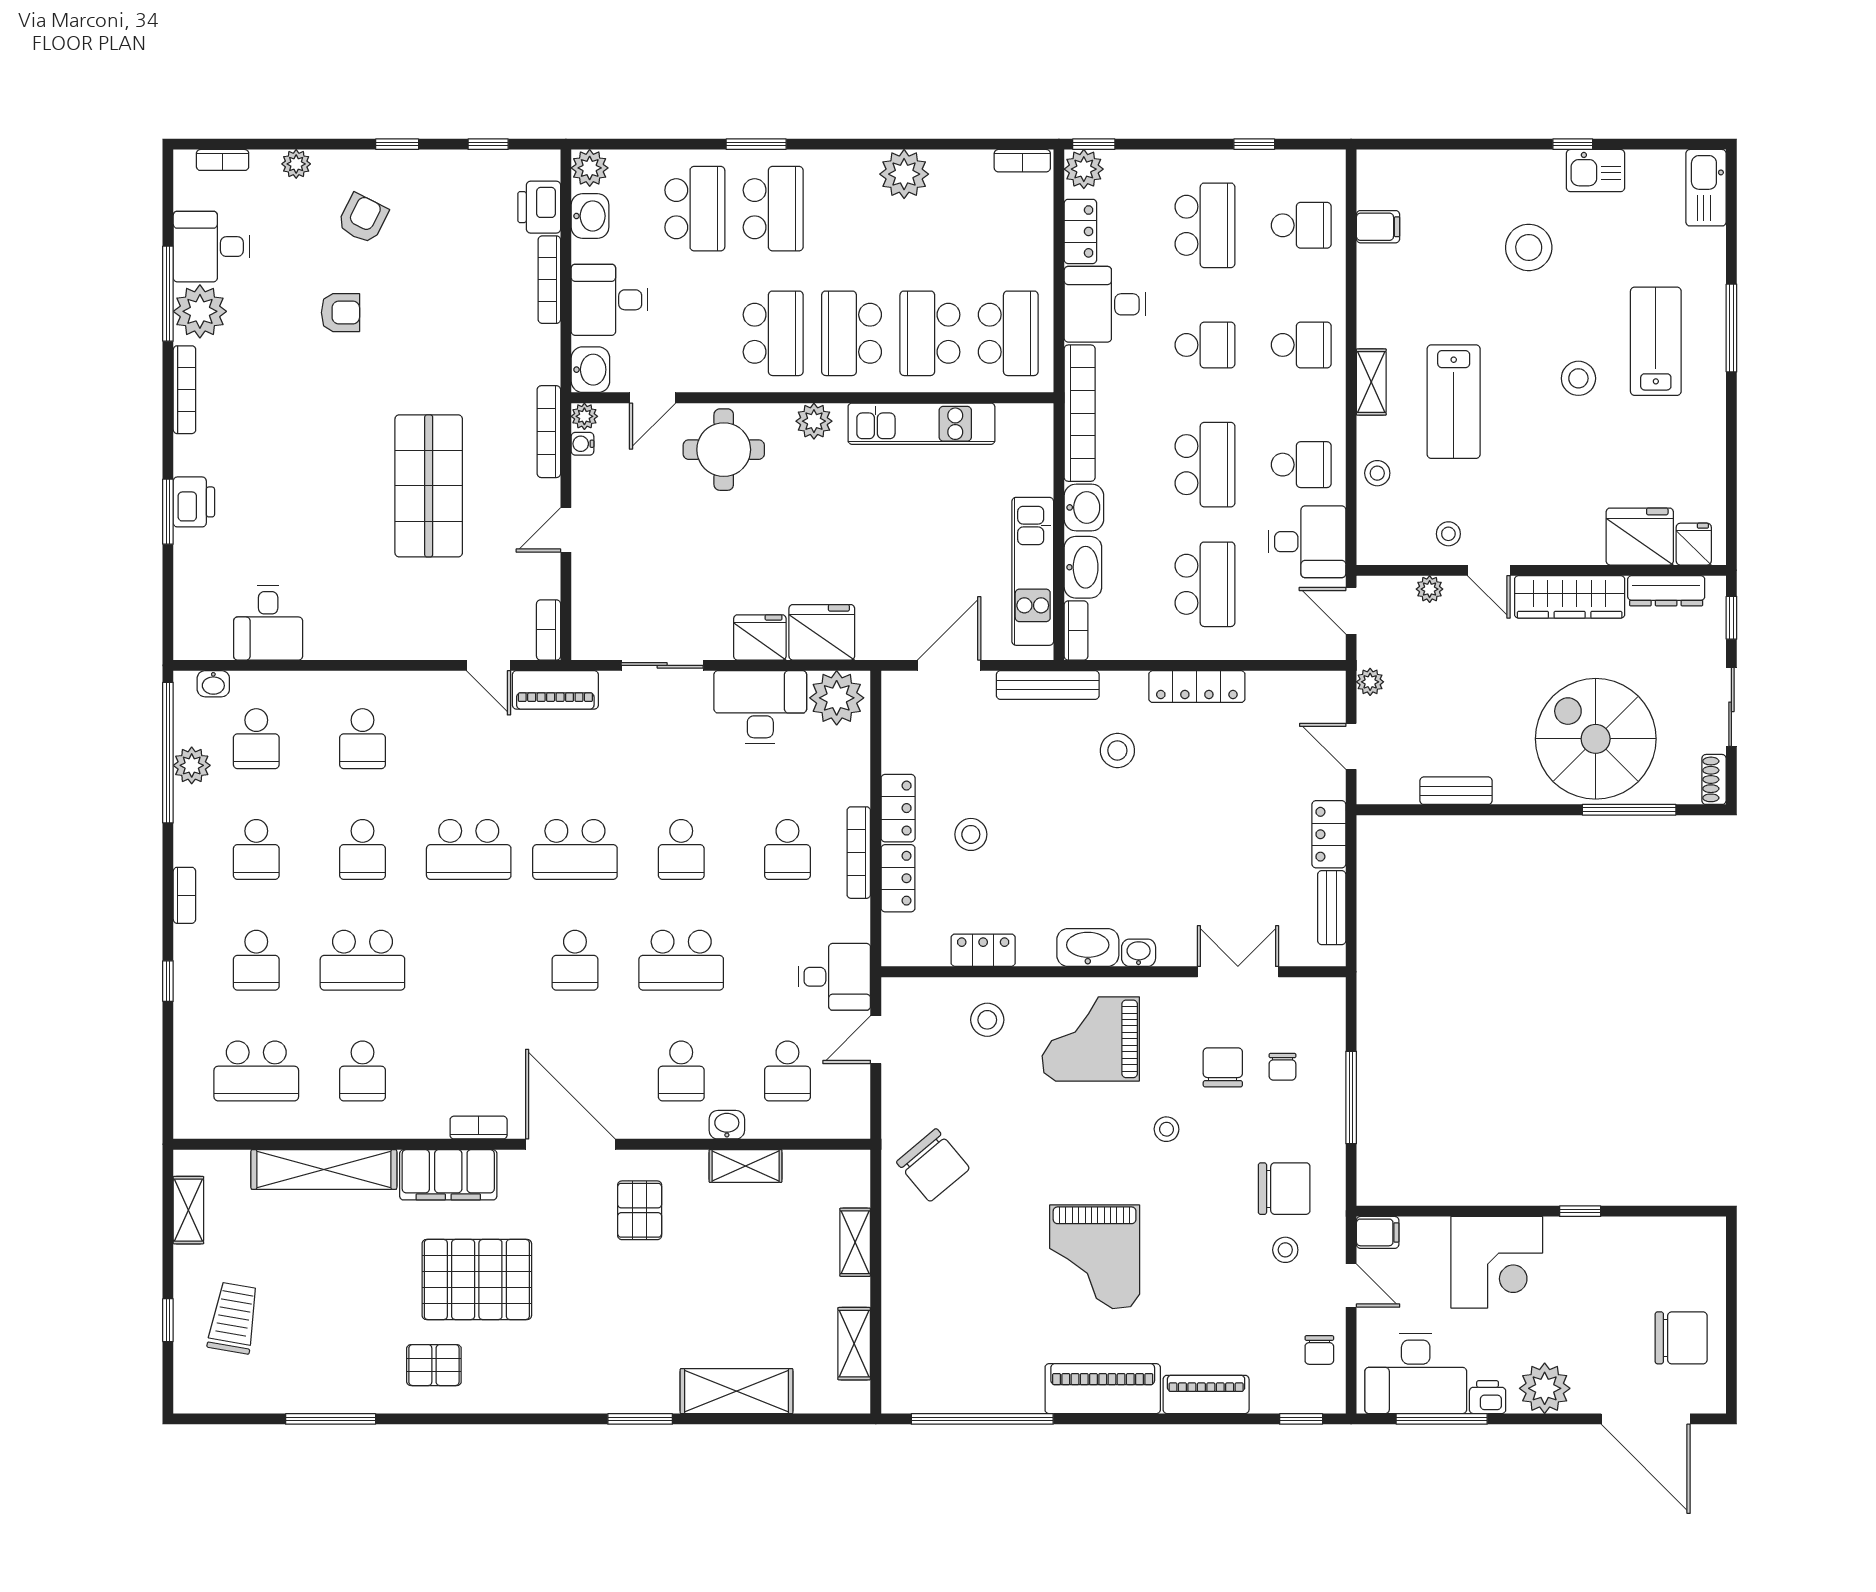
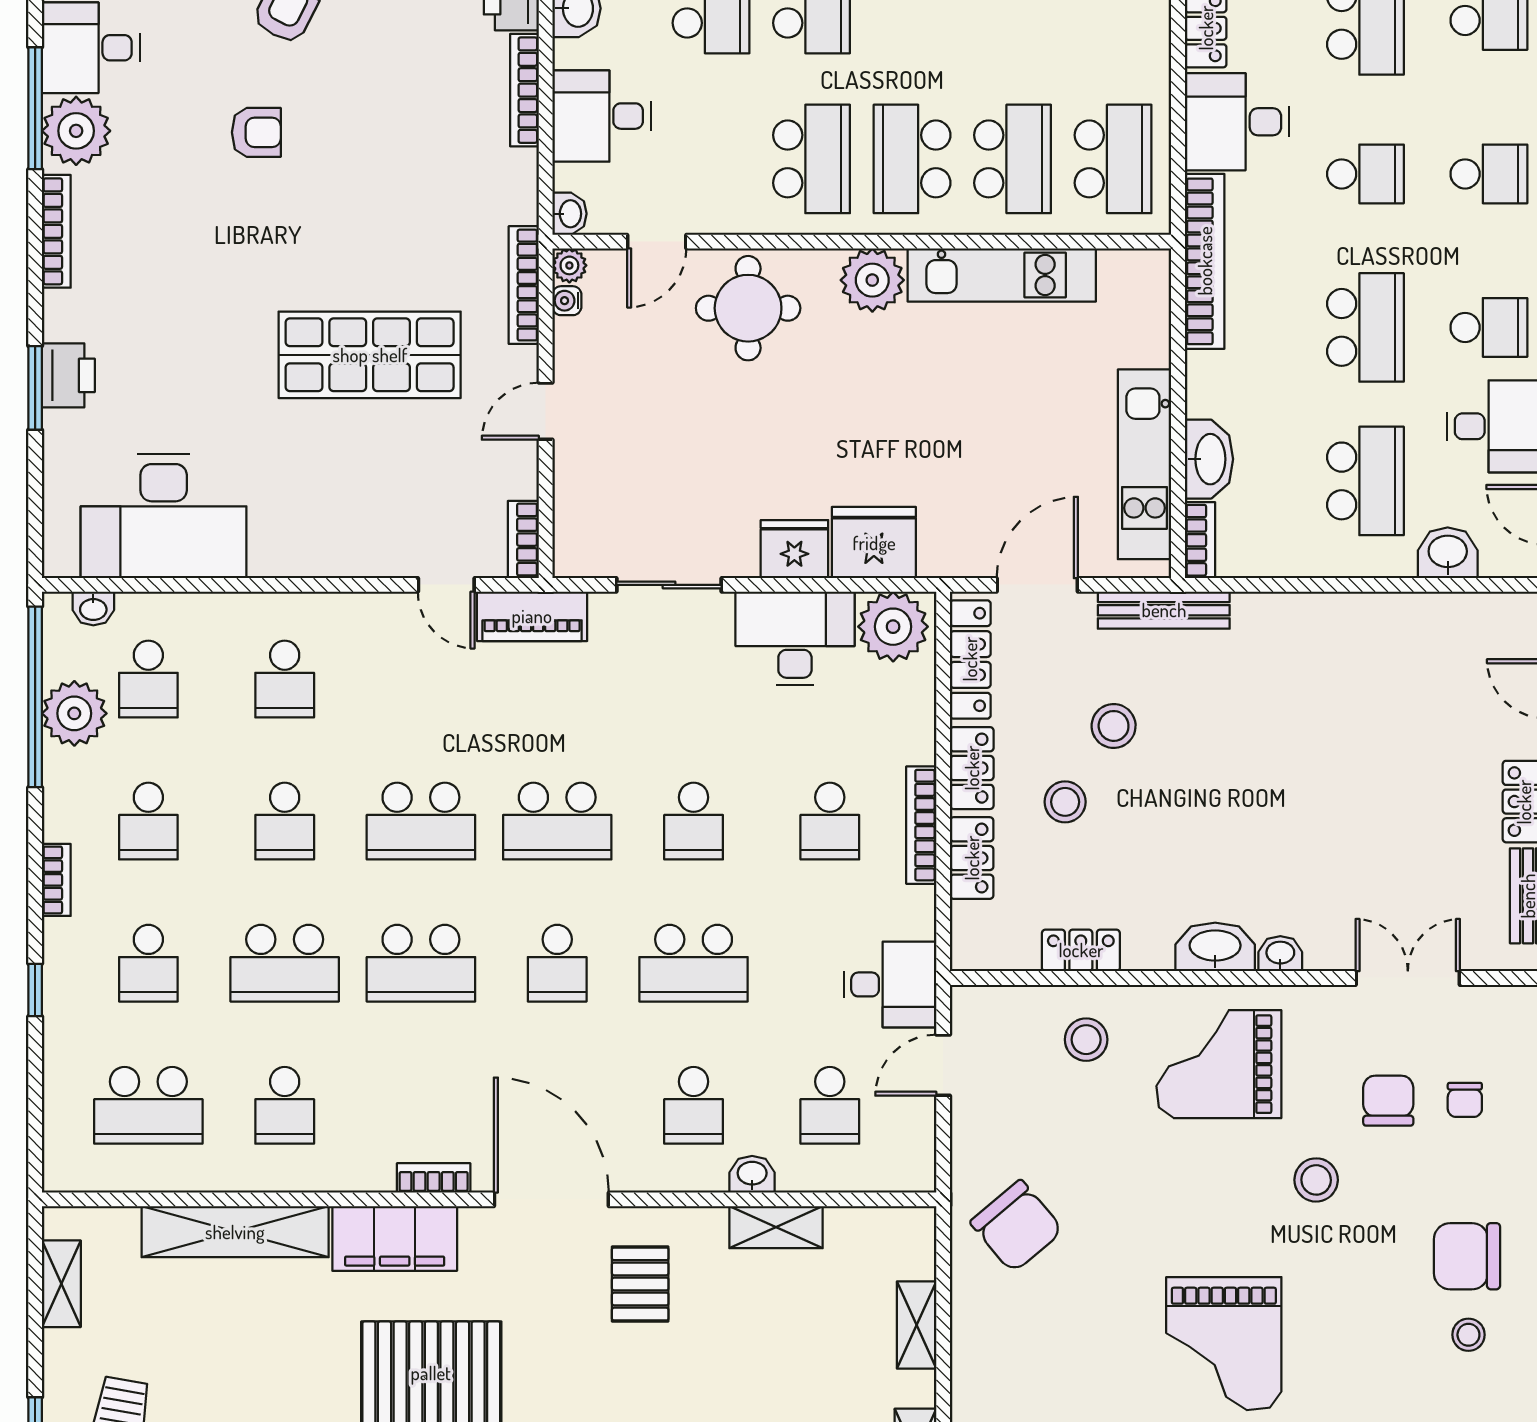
school desk: (930, 333) -> (1013, 159), turned 180
washbasin: (590, 370) -> (569, 214), width x0.72, depth x0.69
plant: (814, 421) -> (872, 280), width x1.36, depth x1.36
shop shelf: (429, 486) -> (370, 355), turned 90
washbasin: (1084, 507) -> (1448, 553), moved, turned -90
desk: (268, 623) -> (164, 516), width x1.87, depth x1.30
locker: (1197, 687) -> (970, 659), moved, turned -90
stool: (1117, 750) -> (1114, 726), moved
plant: (192, 765) -> (74, 713), width x1.36, depth x1.36
school desk: (469, 960) -> (421, 963), added
stool: (1167, 1129) -> (1316, 1180), width x1.37, depth x1.37
chair: (1284, 1189) -> (1467, 1256), turned 180

